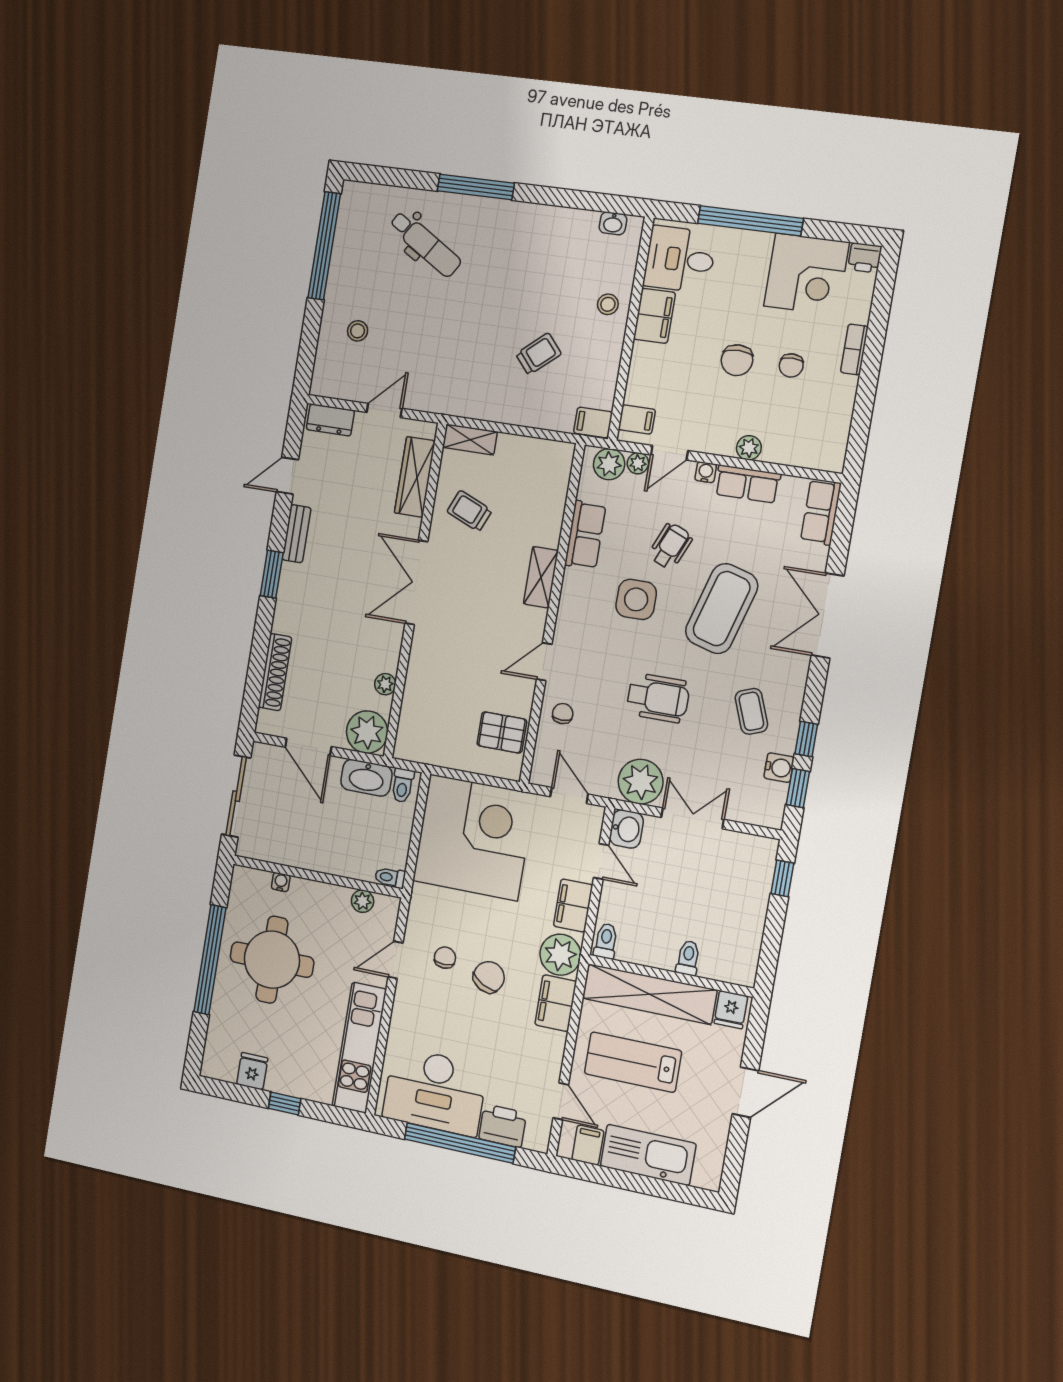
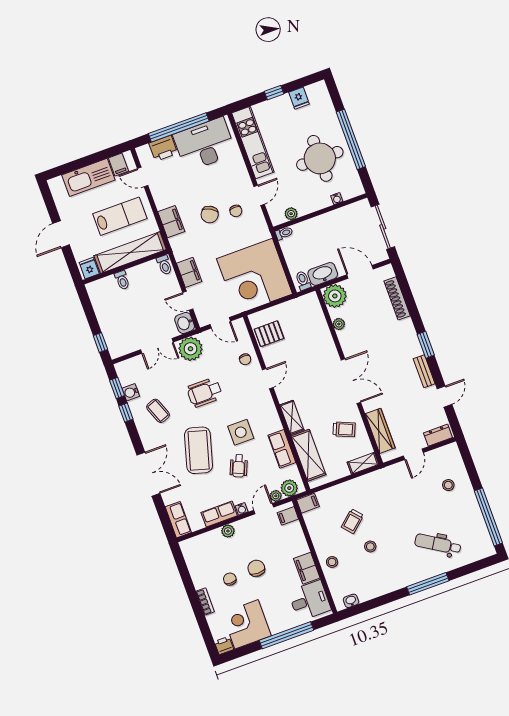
stool: (533, 297) -> (370, 546), added
shelving: (549, 501) -> (308, 455), added
plant: (560, 955) -> (182, 246), removed

